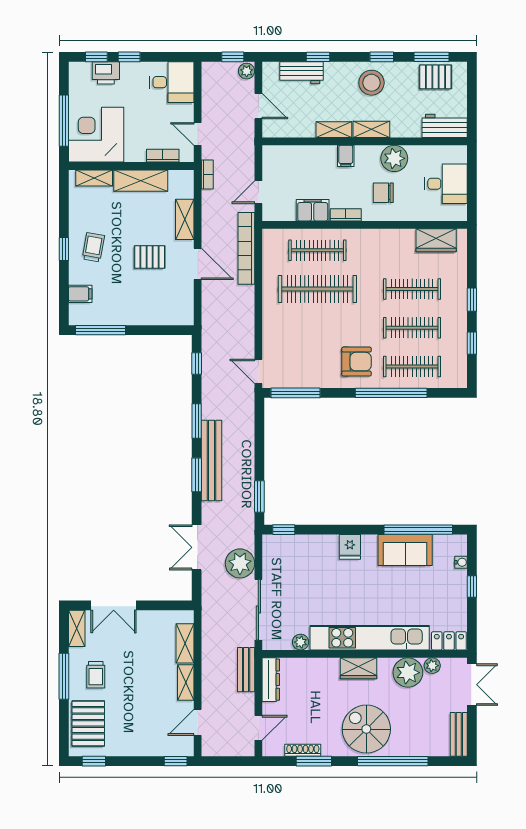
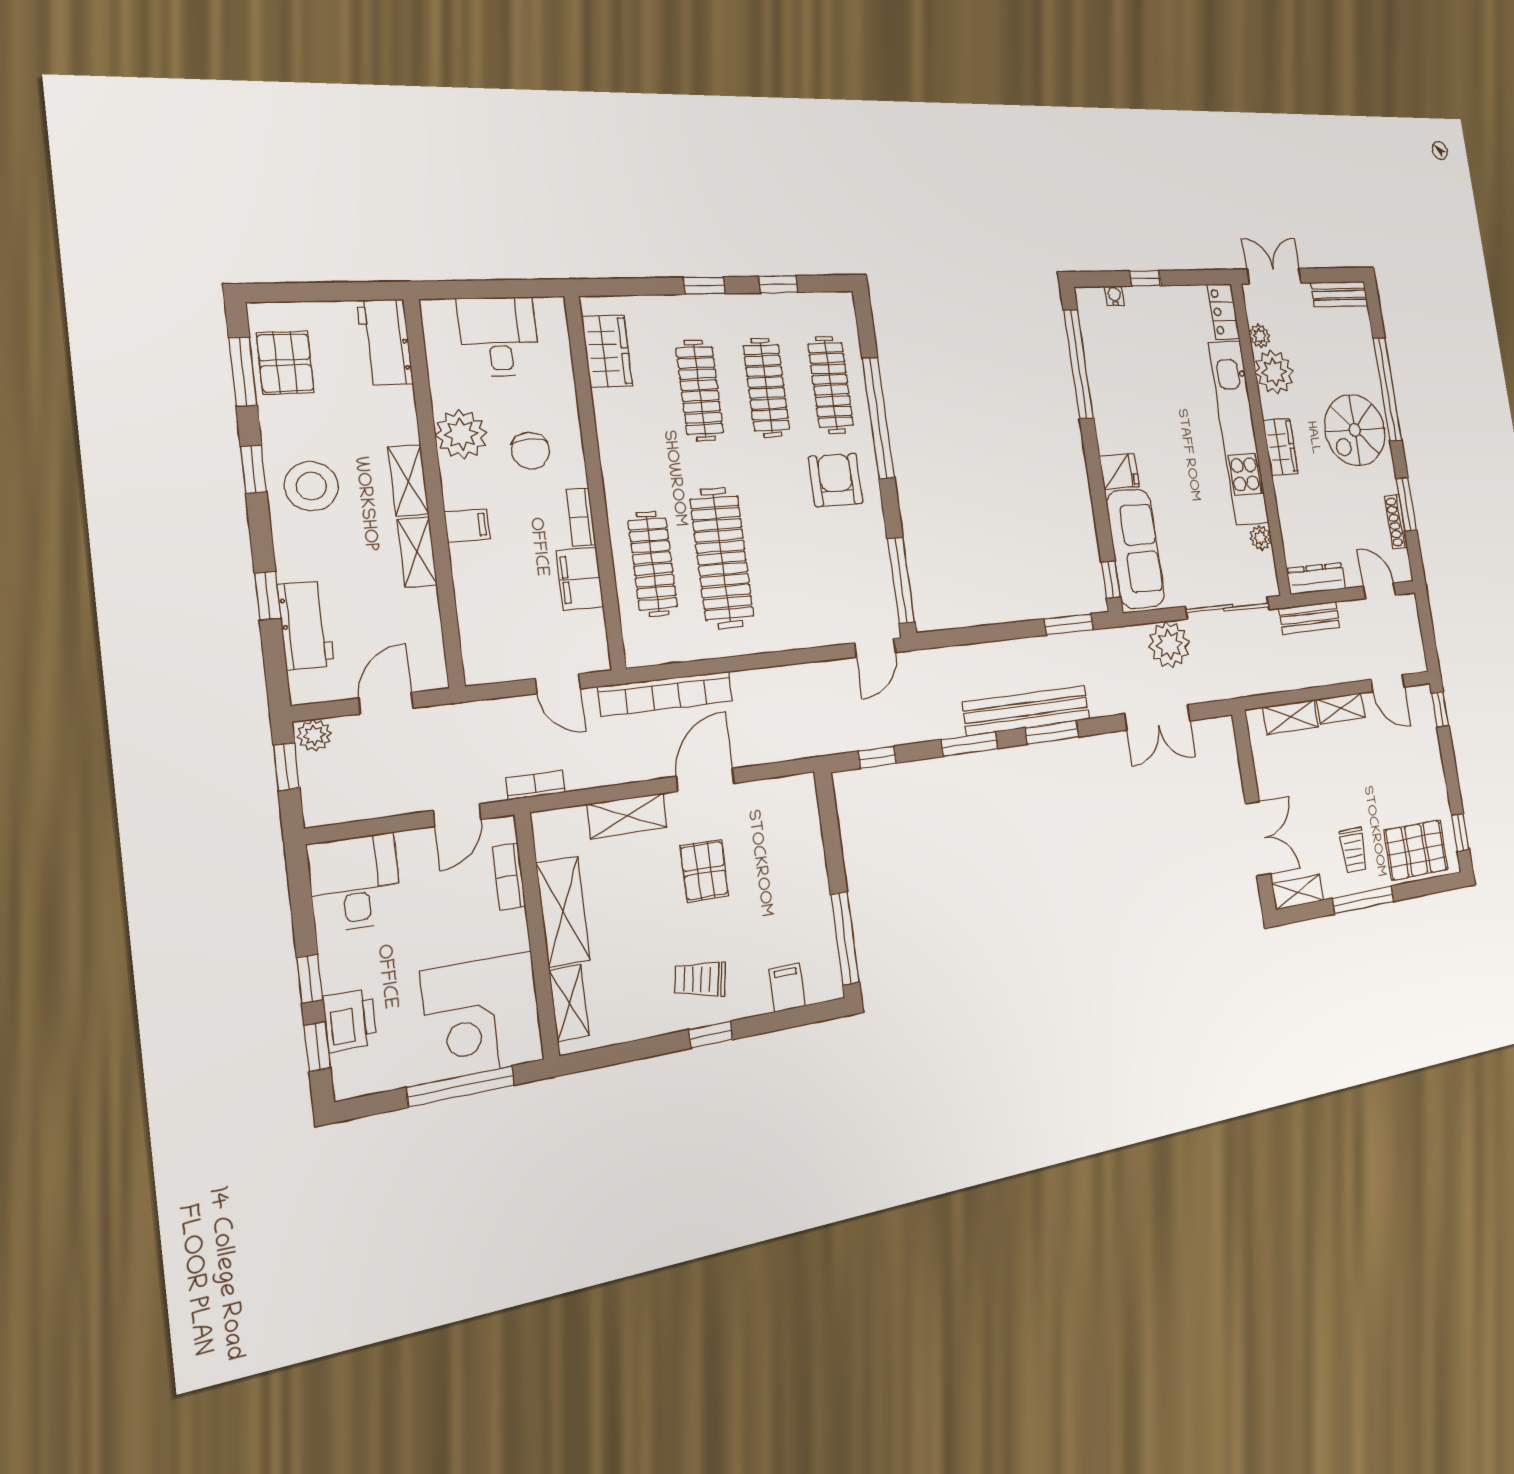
sofa: (405, 550) -> (1135, 549), moved, width x1.36
trolley: (96, 675) -> (1353, 850), turned 90

